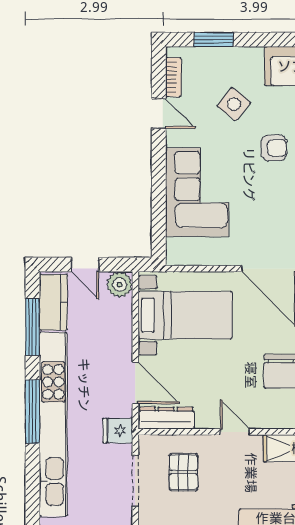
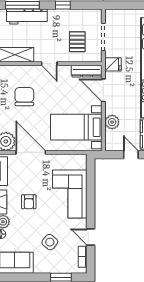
armchair: (274, 148) -> (29, 202), moved, turned -90
plant: (120, 284) -> (112, 122), moved

